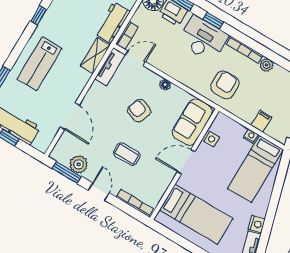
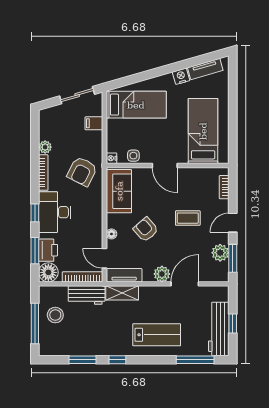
bookcase: (127, 35) -> (83, 277), width x1.56
floor lamp: (165, 85) -> (111, 234), moved
armchair: (225, 85) -> (82, 171), turned -63
plant: (91, 101) -> (162, 274), added
armchair: (139, 111) -> (146, 230), turned 120
sofa: (192, 122) -> (119, 191), moved, turned -90
nightstand: (251, 136) -> (111, 158), moved
coffee table: (127, 154) -> (188, 218), turned 90
bookcase: (135, 203) -> (224, 187), width x0.64

